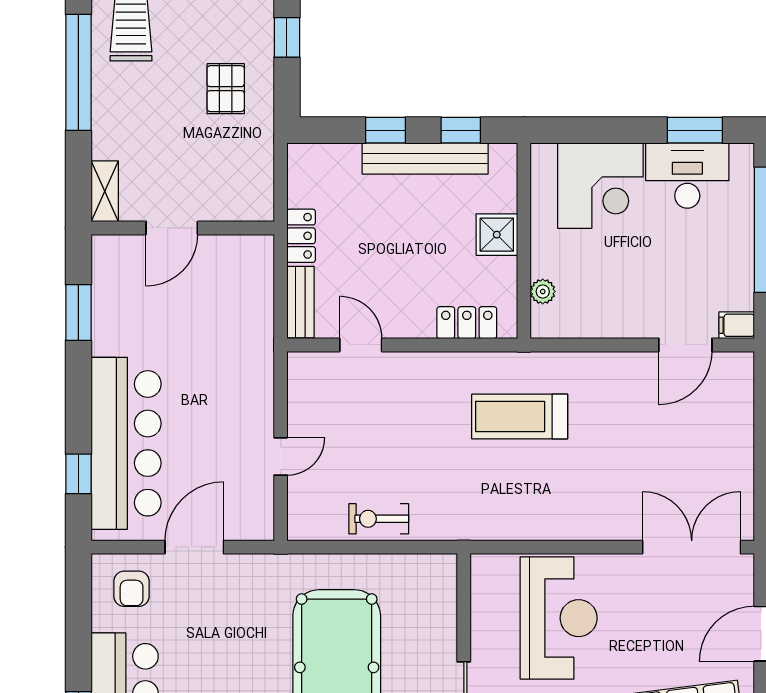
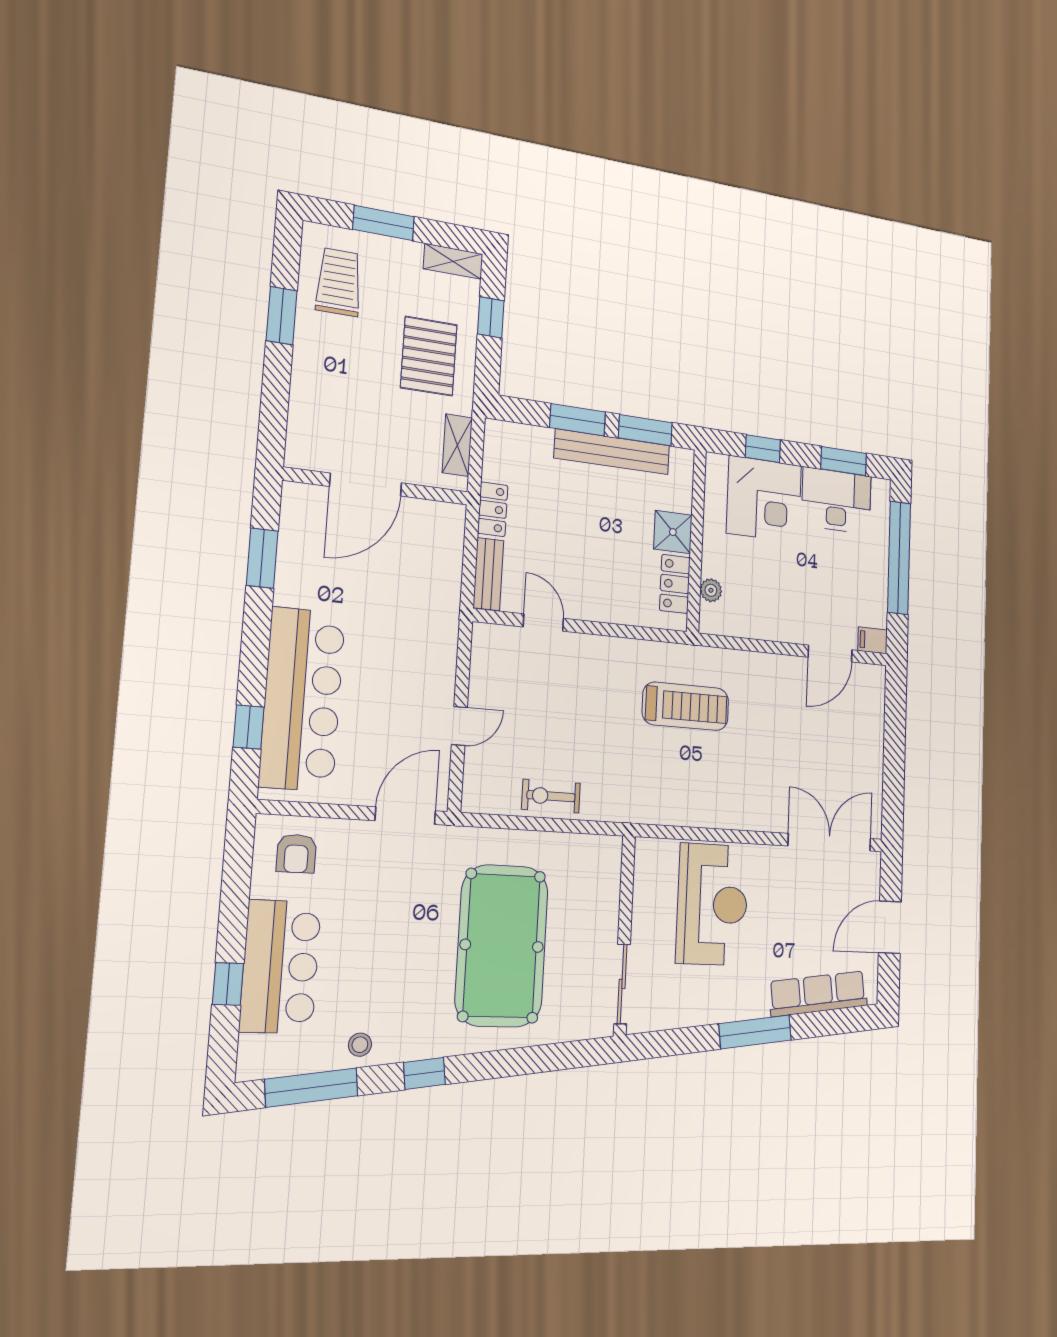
window: (78, 72) -> (282, 316), width x0.47
pallet: (226, 89) -> (429, 356), width x1.50, depth x1.42
window: (385, 130) -> (578, 420), width x1.50
window: (461, 130) -> (645, 430), width x1.50
window: (597, 130) -> (763, 449), added
shelving: (105, 191) -> (457, 445), moved
door: (172, 228) -> (366, 485), width x1.36
locker: (467, 323) -> (675, 584), moved, turned -90
treadmill: (520, 416) -> (686, 706), turned 180
door: (194, 547) -> (405, 816), moved

